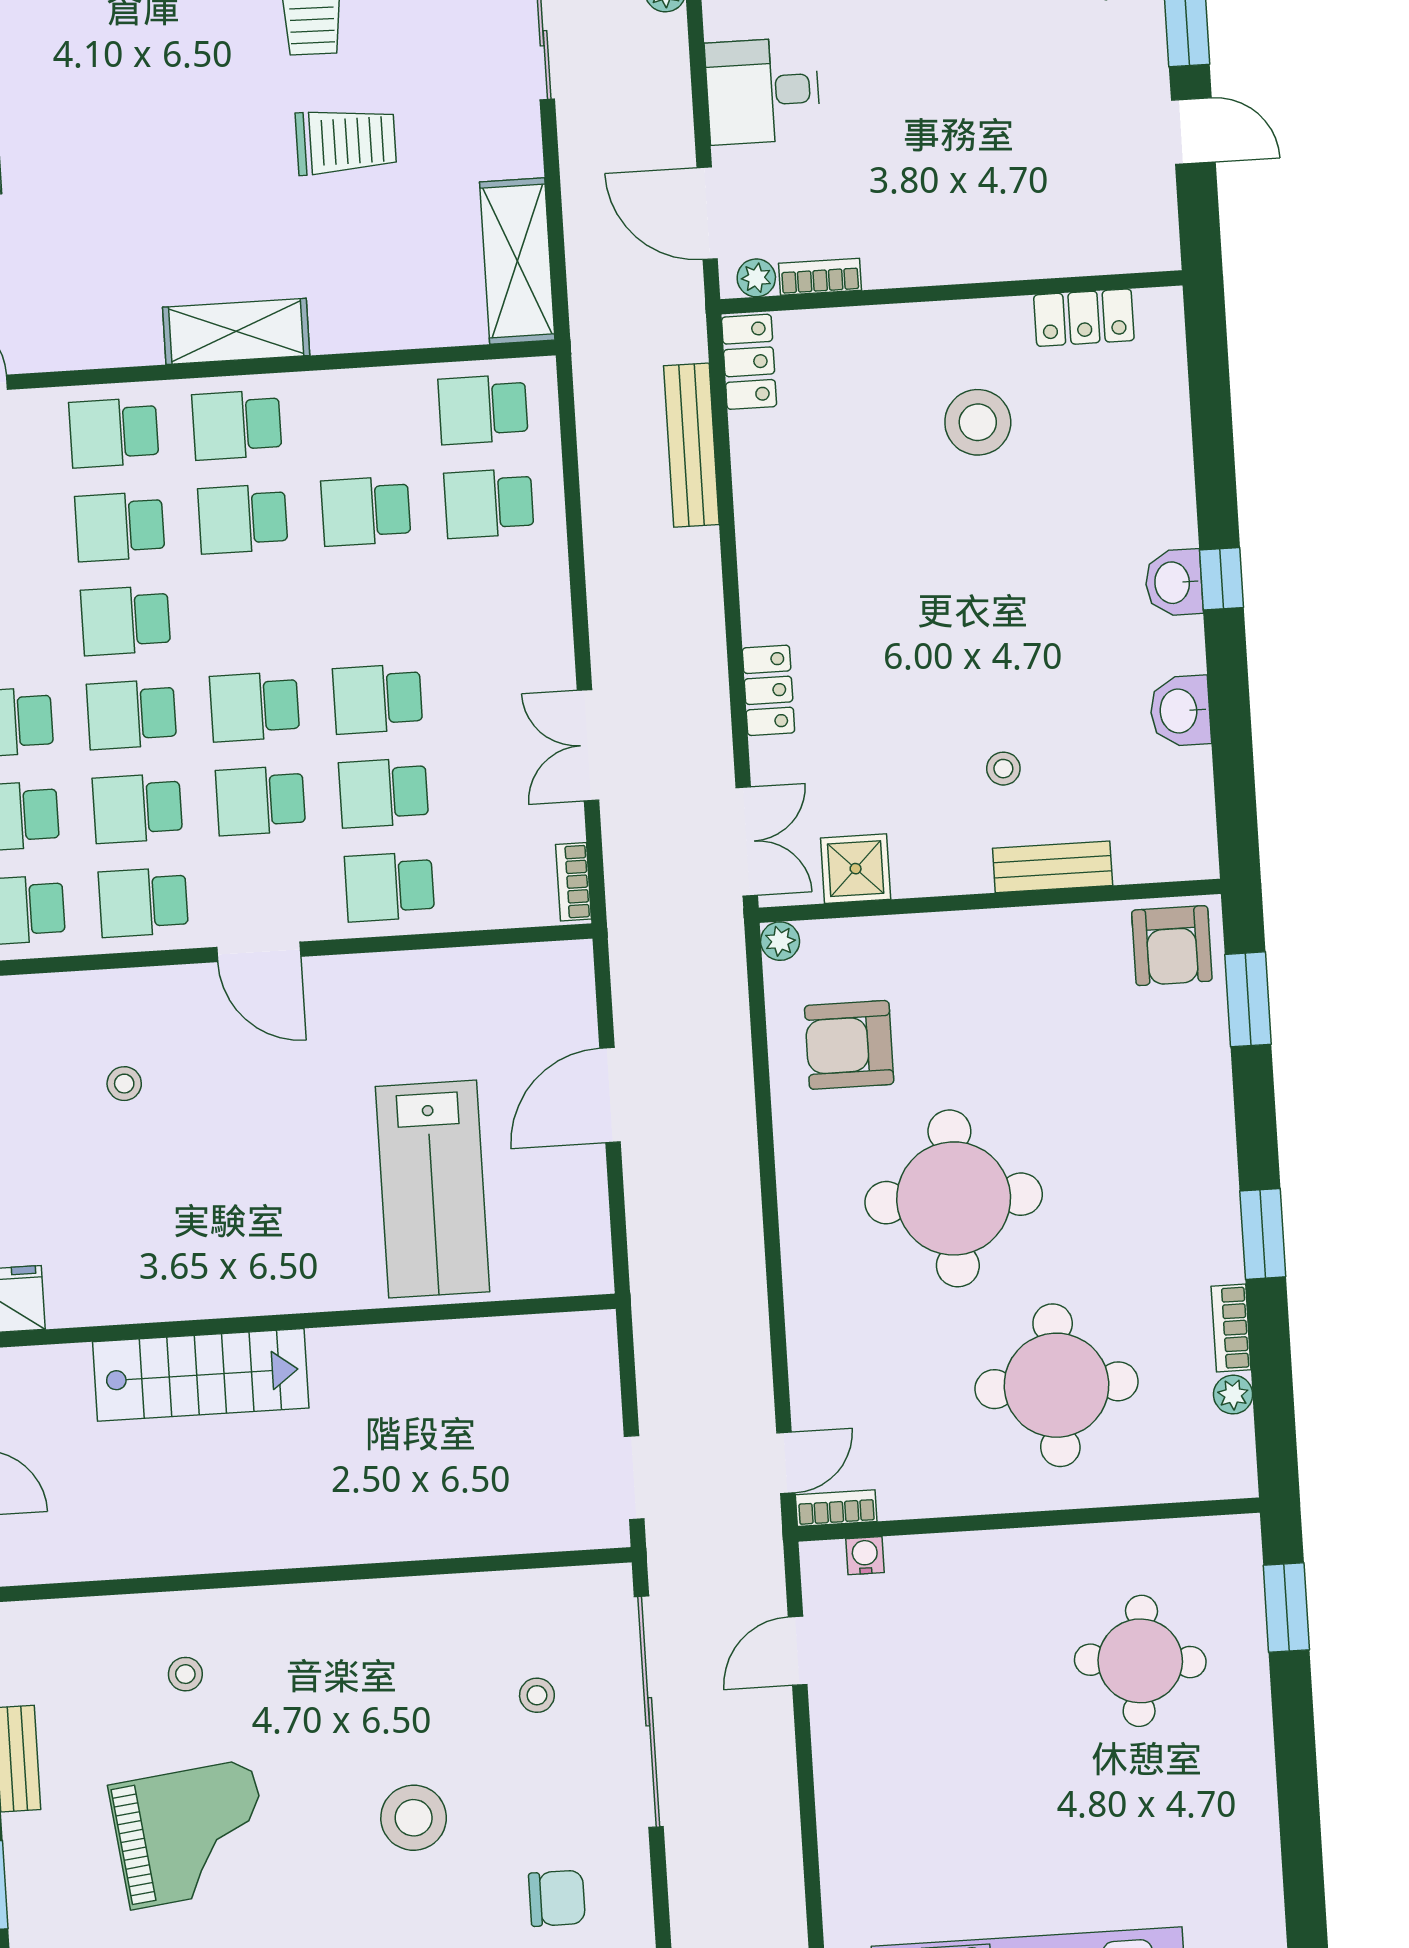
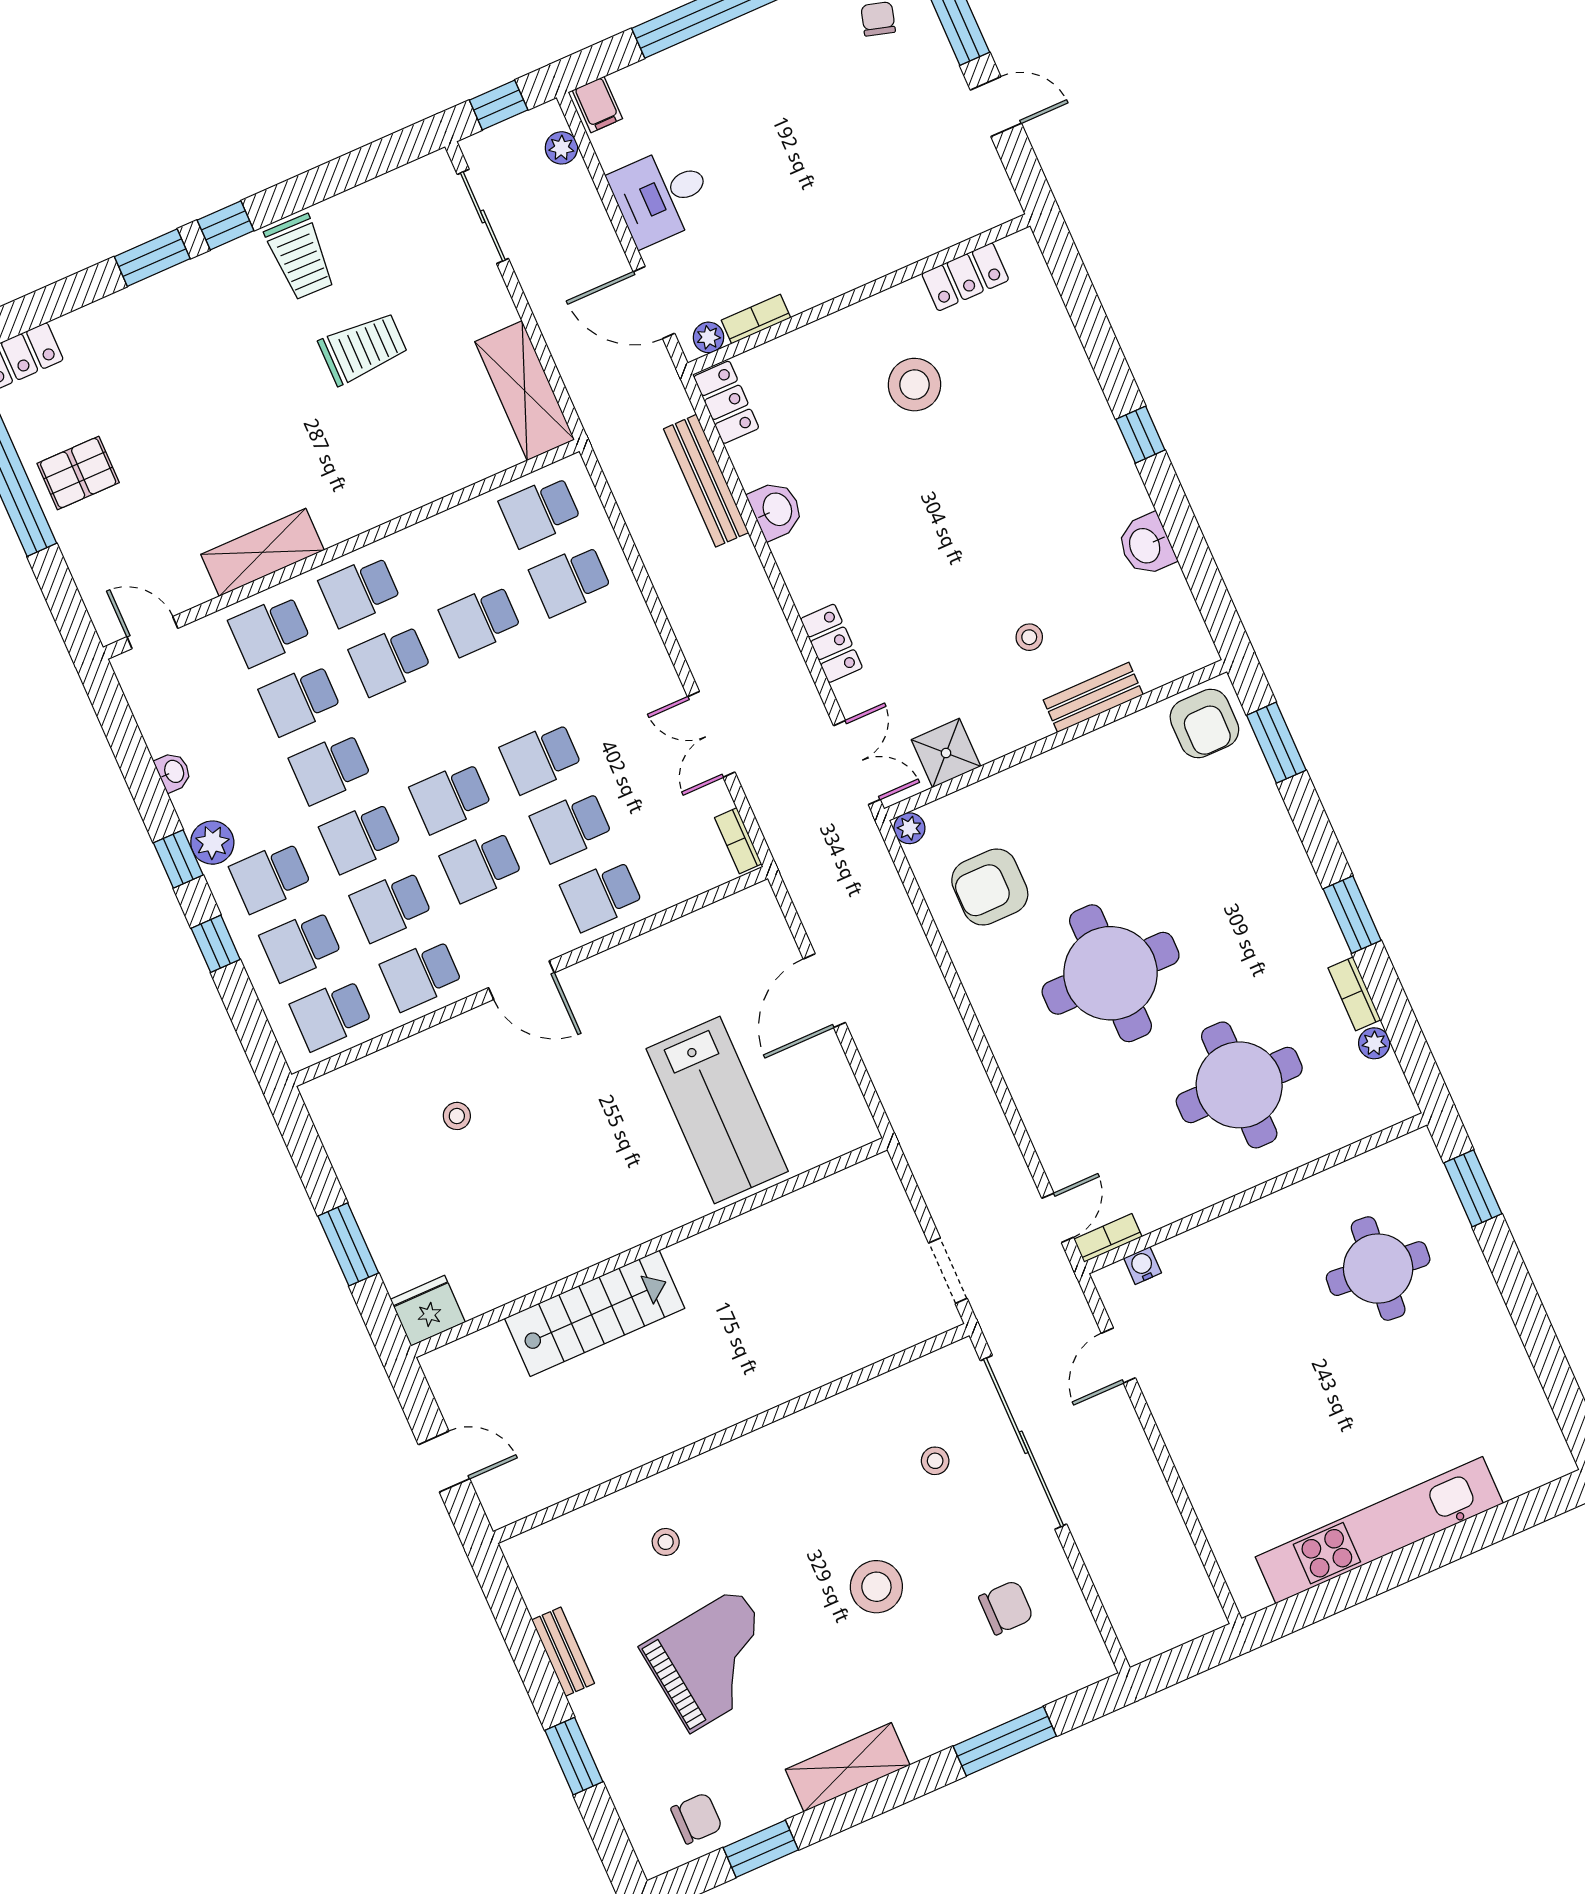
shelving: (236, 331) -> (263, 552), moved
washbasin: (1174, 583) -> (776, 510), moved, turned 180

